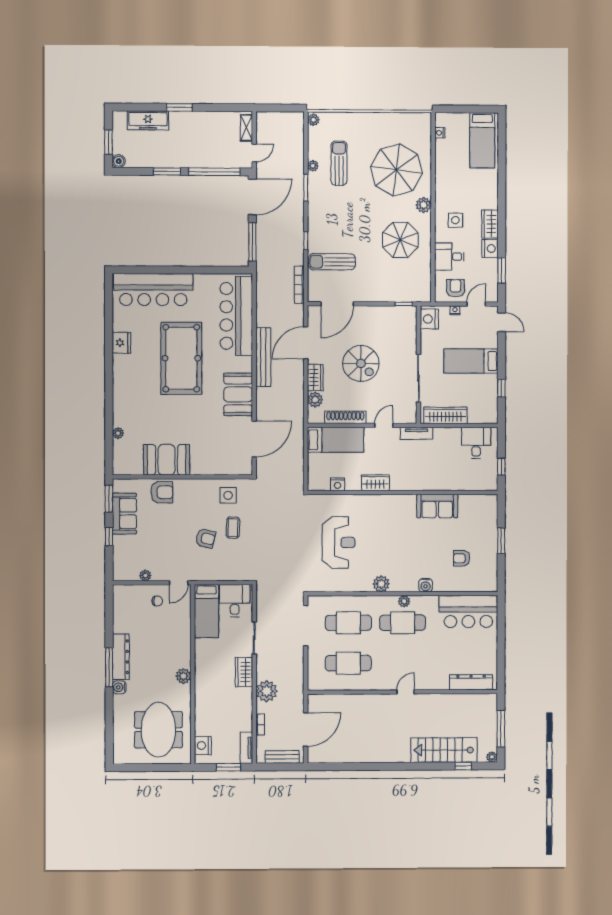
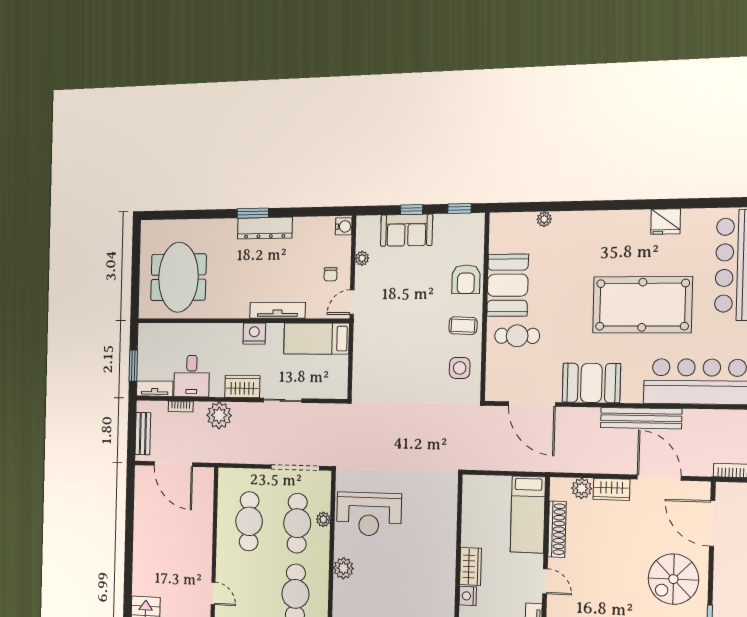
spiral stairs: (361, 363) -> (673, 579), moved
cafe table: (204, 451) -> (517, 336), added
nightstand: (337, 484) -> (468, 596), moved
window: (109, 499) -> (459, 209), width x0.67
sofa: (124, 514) -> (406, 230), moved
coffee table: (233, 528) -> (463, 326), moved
armchair: (205, 538) -> (406, 337), removed
reception desk: (339, 542) -> (369, 514), moved
door: (179, 583) -> (352, 302), hinge flipped
desk: (235, 601) -> (192, 376), moved, turned 90
plant: (404, 601) -> (323, 519), moved
tv unit: (185, 644) -> (277, 310), added
window: (109, 667) -> (253, 213), width x0.69
plant: (183, 676) -> (240, 309), removed
water cooler: (119, 687) -> (344, 226), moved, turned 90
meeting table: (158, 730) -> (178, 277), turned 90
nightstand: (203, 746) -> (254, 334), moved

